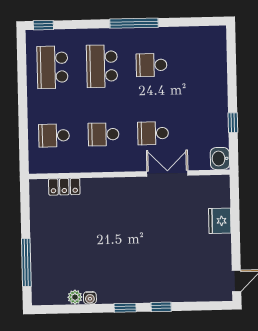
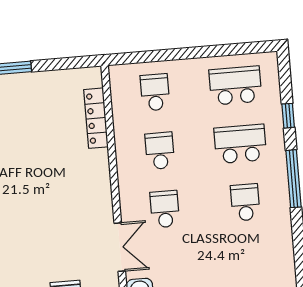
window: (43, 25) -> (288, 116), moved
double door: (167, 173) -> (120, 247), moved
locker: (64, 187) -> (96, 118), width x1.53

